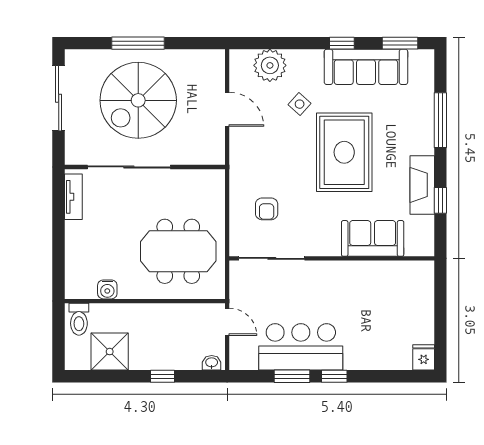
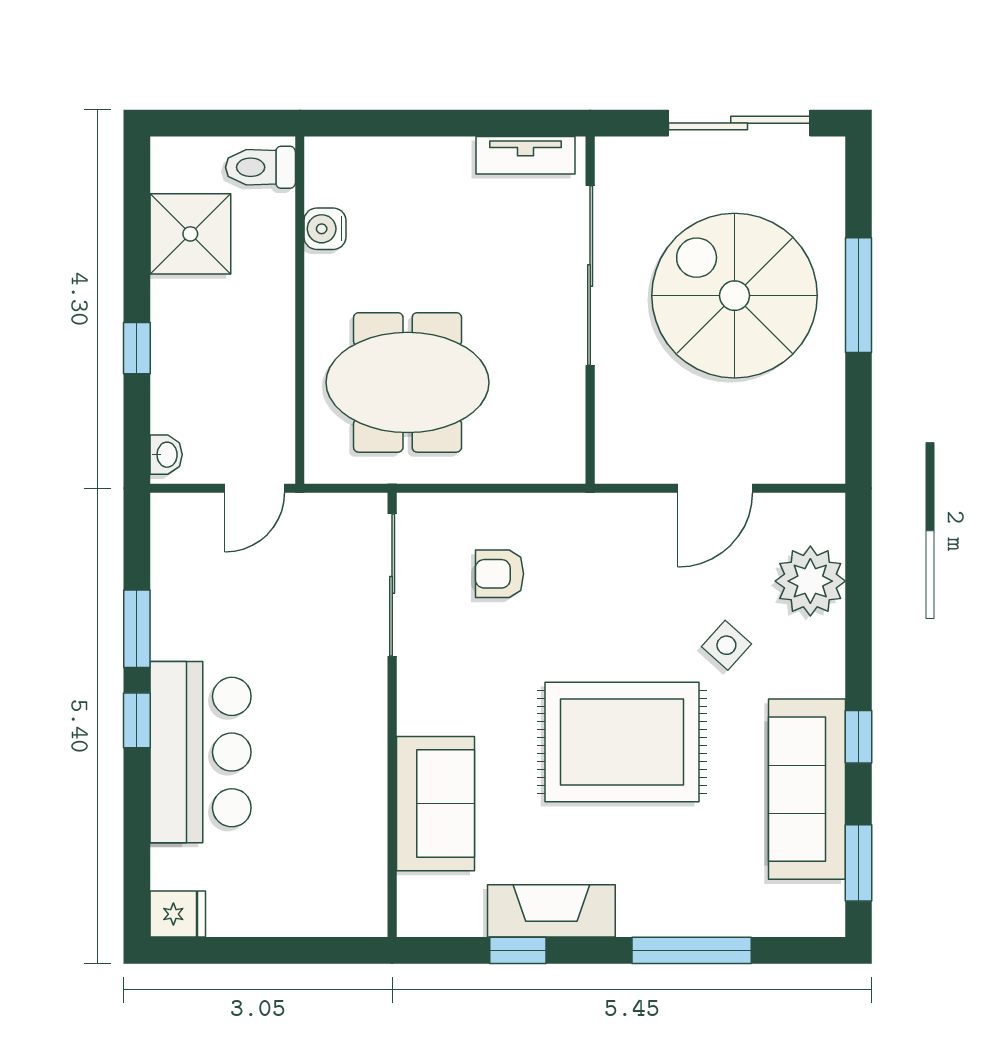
meeting table: (178, 251) -> (408, 382), turned 90
bar counter: (301, 347) -> (201, 752), moved

